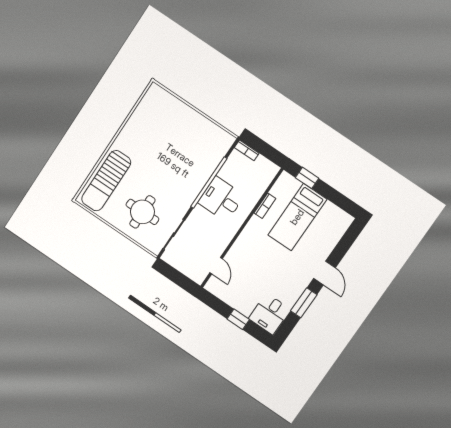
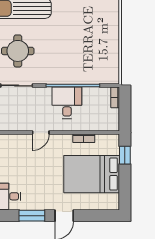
bed: (297, 217) -> (92, 174), width x1.50
door: (216, 266) -> (41, 133), moved

